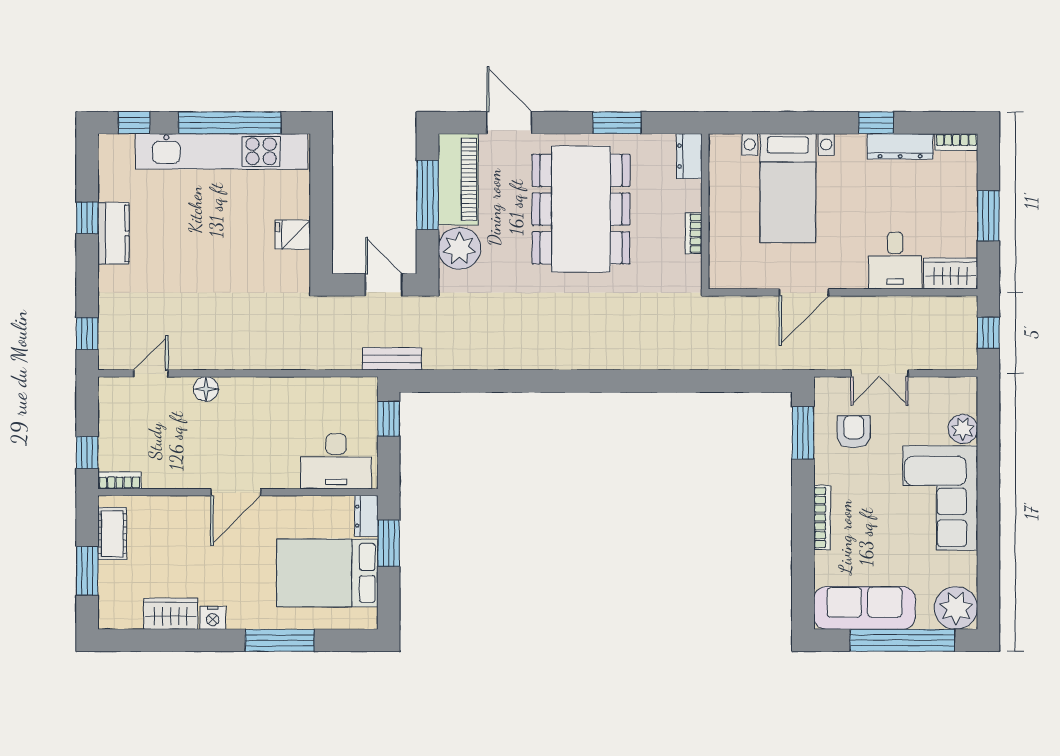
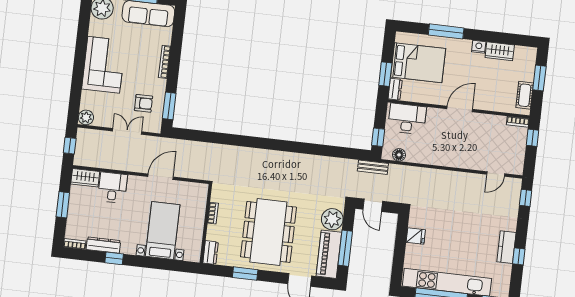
floor lamp: (206, 389) -> (399, 155), moved
plant: (963, 429) -> (86, 117), moved
armchair: (854, 432) -> (144, 103), turned -90

